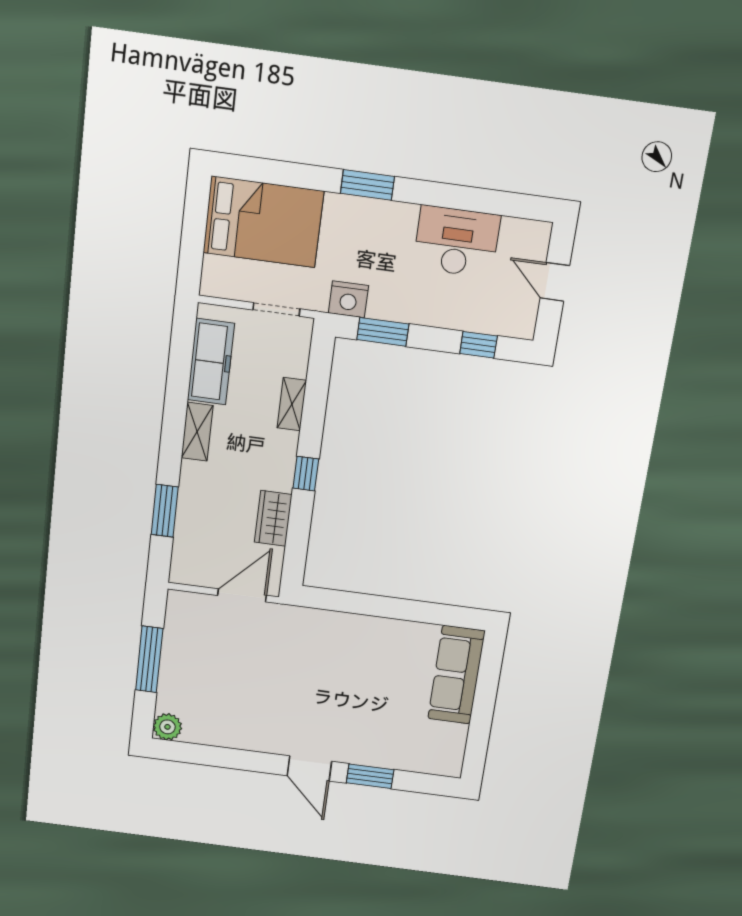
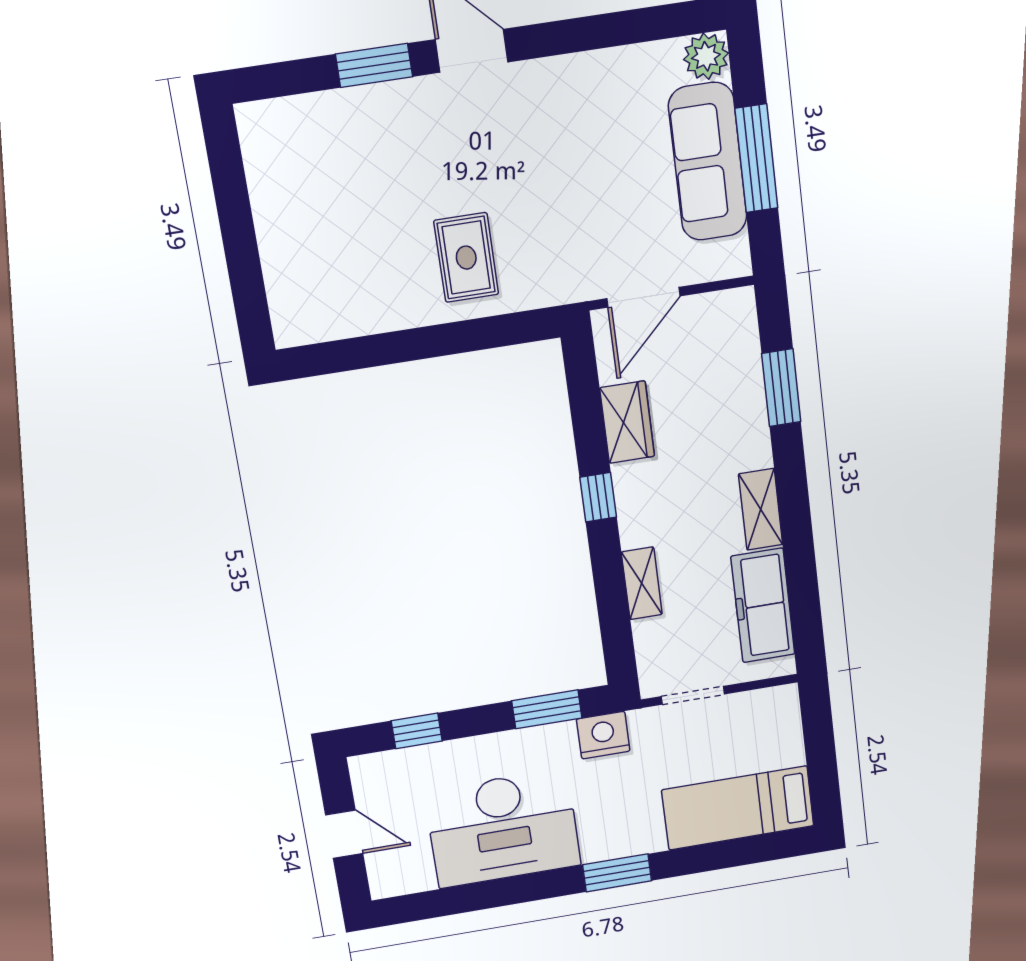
bed: (263, 222) -> (738, 808), width x0.67
desk: (457, 242) -> (503, 828), width x1.36, depth x1.30
rug: (348, 652) -> (466, 258), added
sofa: (456, 675) -> (708, 162), moved, turned 180

